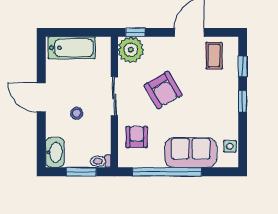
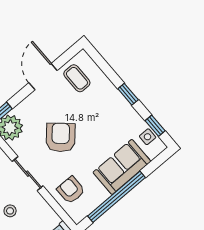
window: (243, 66) -> (155, 126), moved
armchair: (163, 90) -> (61, 137), turned -108

